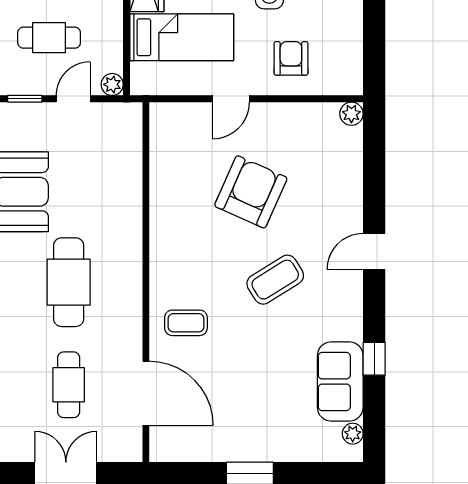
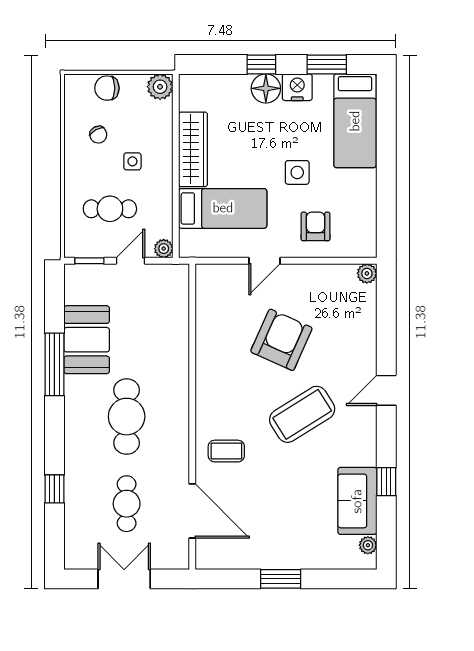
coffee table: (275, 280) -> (302, 414), width x1.36, depth x1.32

